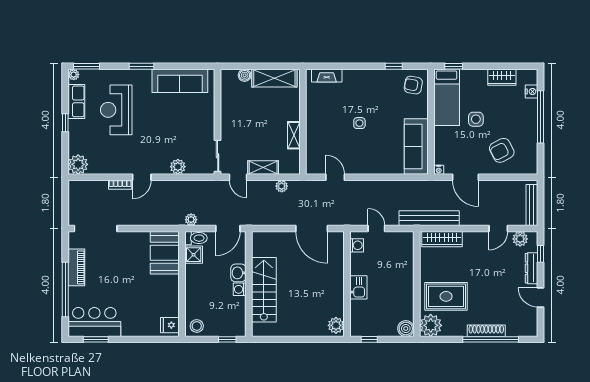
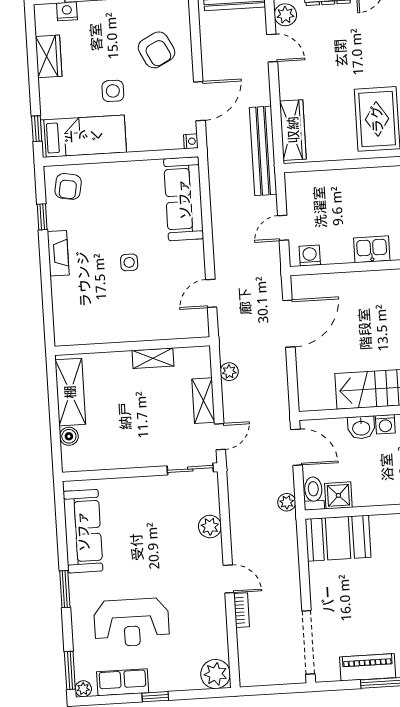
fireplace: (327, 76) -> (58, 253), moved
sofa: (416, 146) -> (184, 199), moved, turned 90

